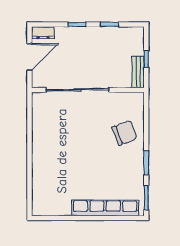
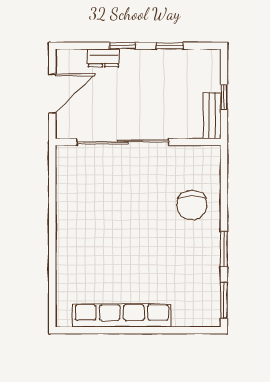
dresser: (43, 33) -> (103, 58), moved
chair: (124, 133) -> (192, 205), turned 111
row of seats: (105, 208) -> (122, 315), moved

